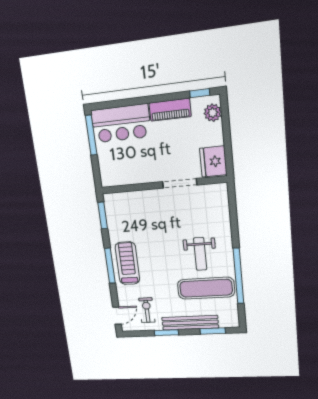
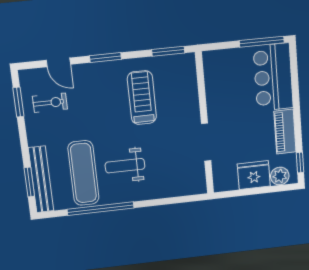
fridge: (213, 161) -> (254, 175), moved
treadmill: (127, 263) -> (142, 98), moved, turned -90
window: (110, 266) -> (105, 58), width x0.69
door: (117, 316) -> (58, 62), moved
bench: (190, 323) -> (41, 179), moved
window: (166, 333) -> (18, 102), moved

